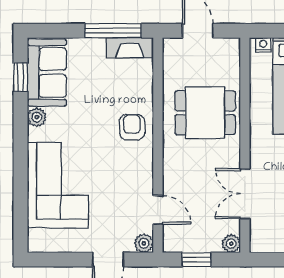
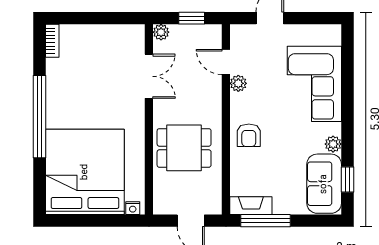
plant: (144, 243) -> (238, 83), moved

